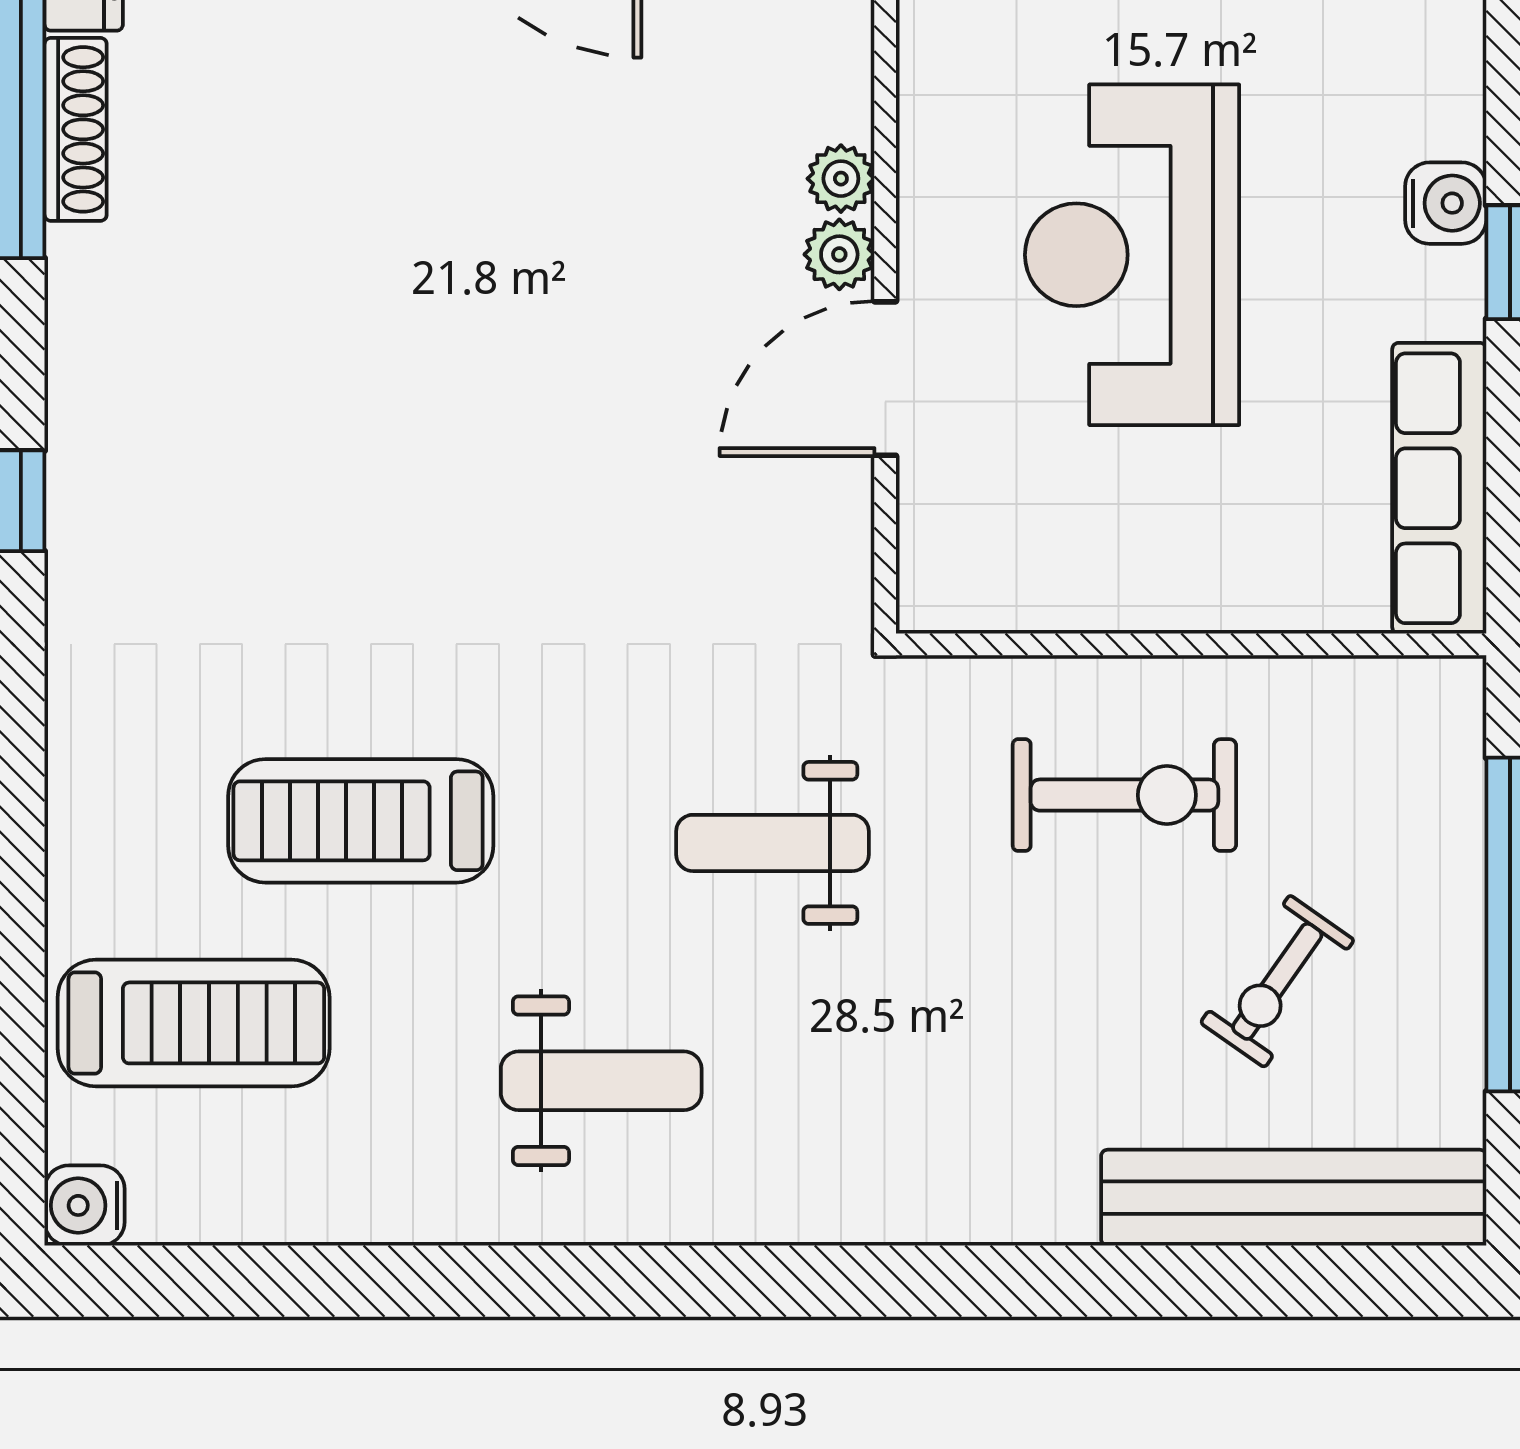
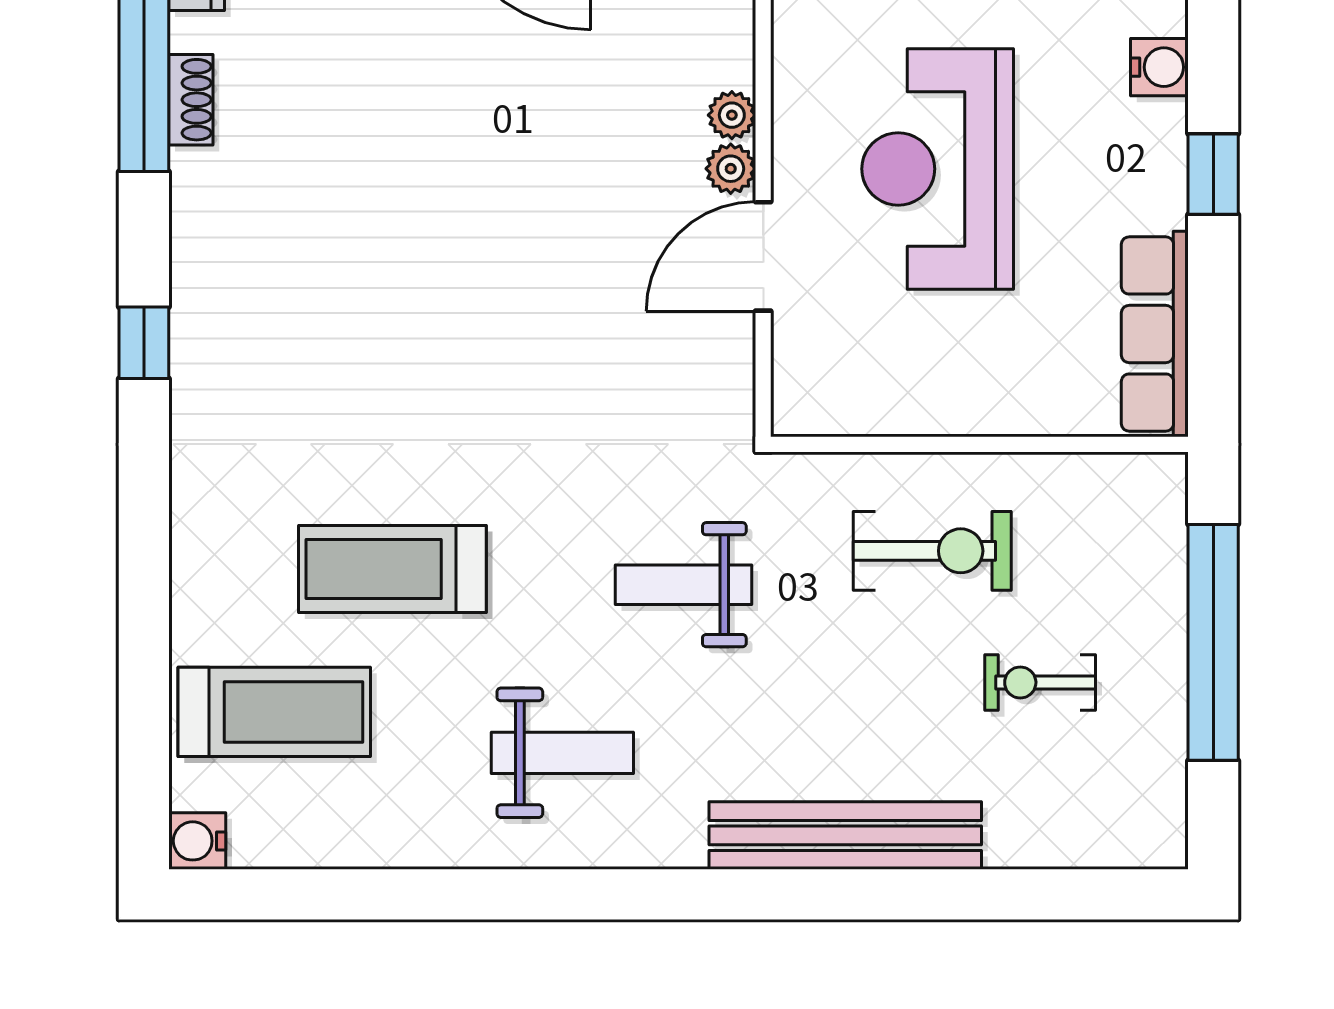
shoe rack: (76, 129) -> (191, 100), width x0.70
water cooler: (1446, 203) -> (1159, 67), moved
exercise bike: (1277, 981) -> (1040, 682), turned 55
bench: (1294, 1198) -> (845, 835), moved

